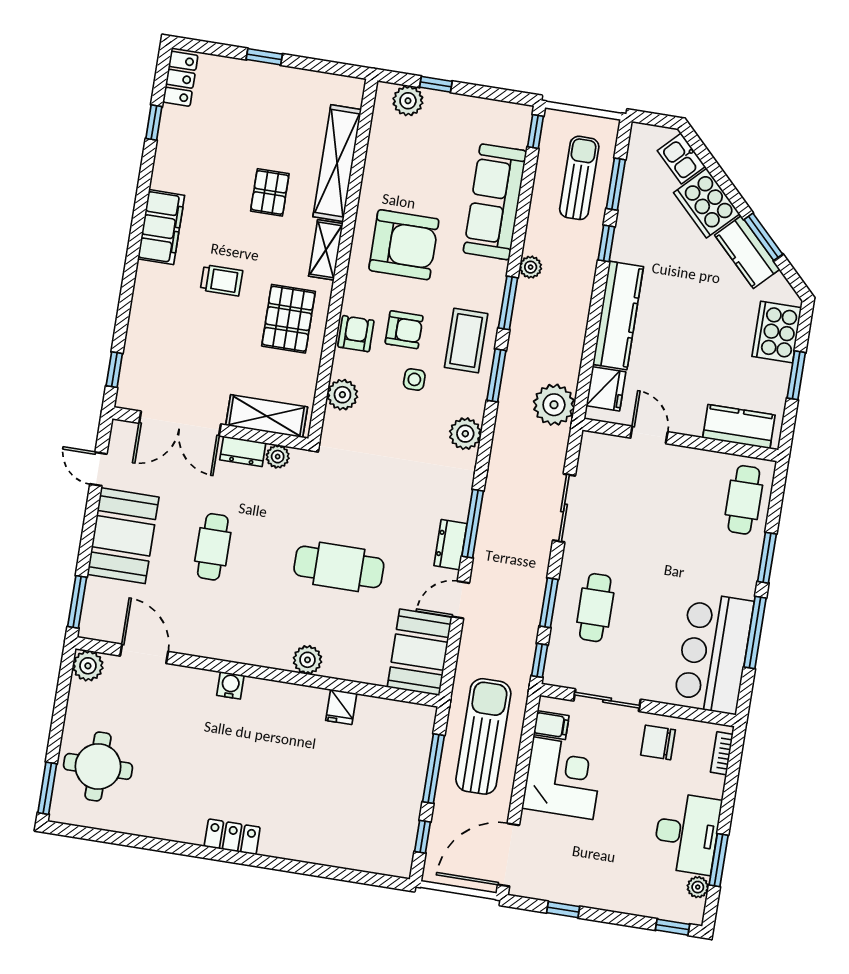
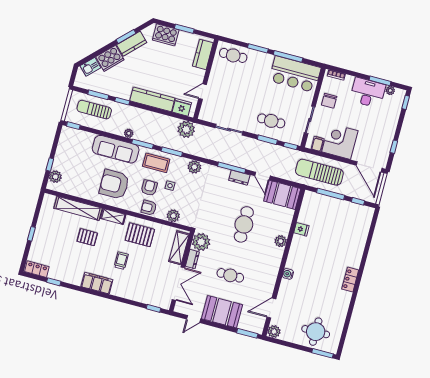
sofa: (495, 202) -> (116, 149), moved
armchair: (404, 245) -> (114, 184), turned -90
plant: (278, 457) -> (201, 242), width x1.87, depth x1.87

